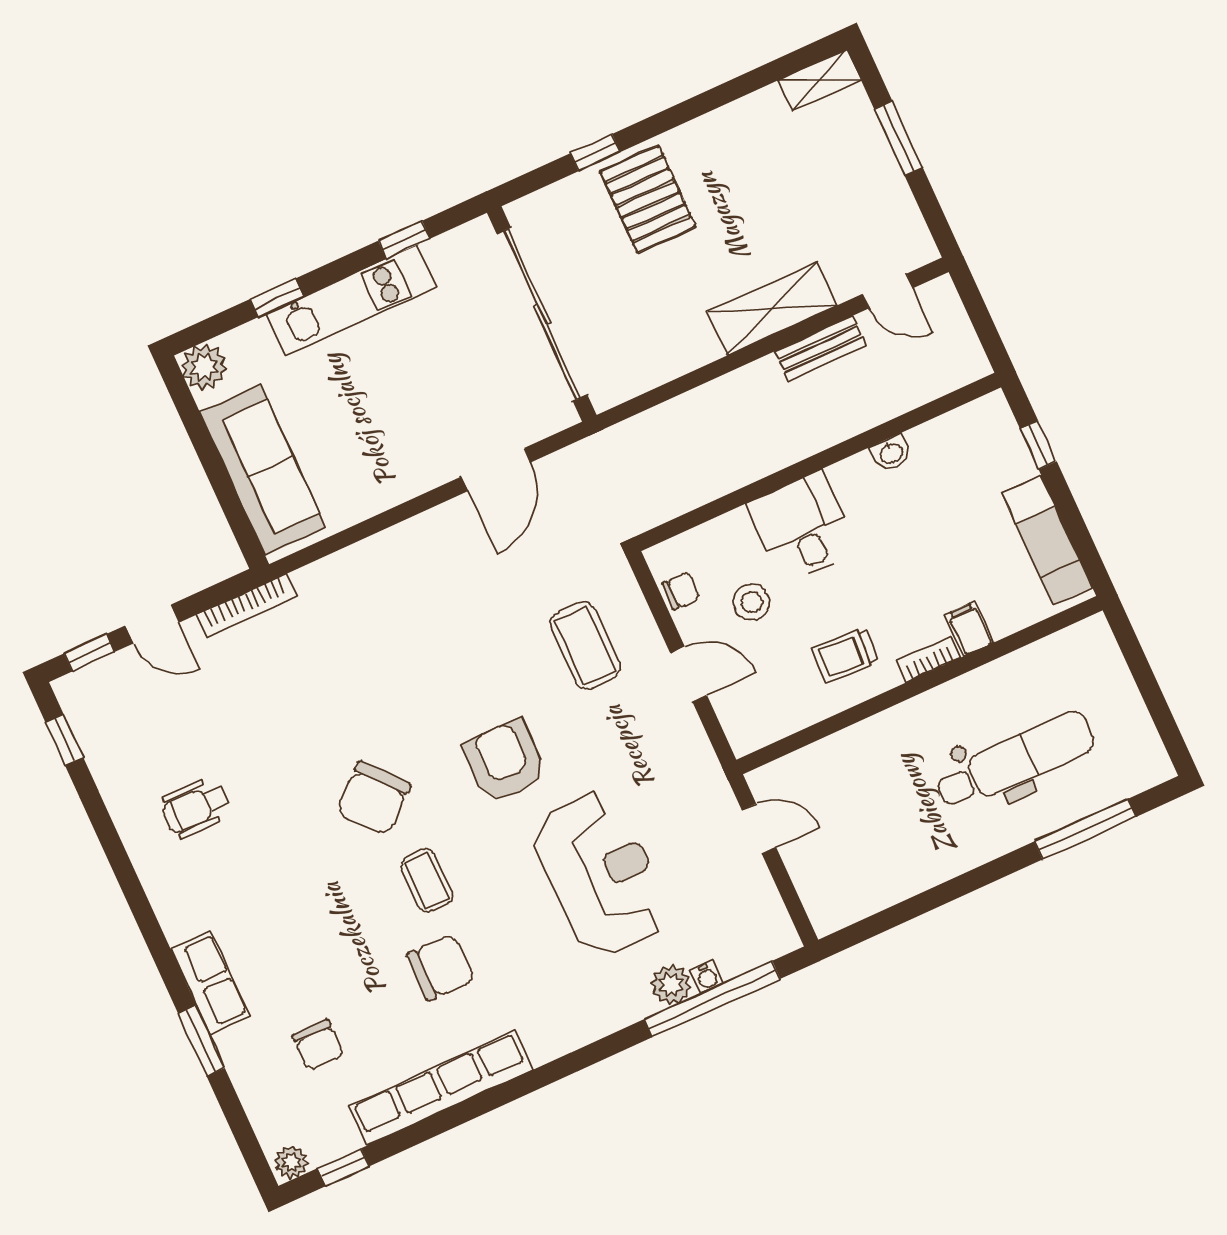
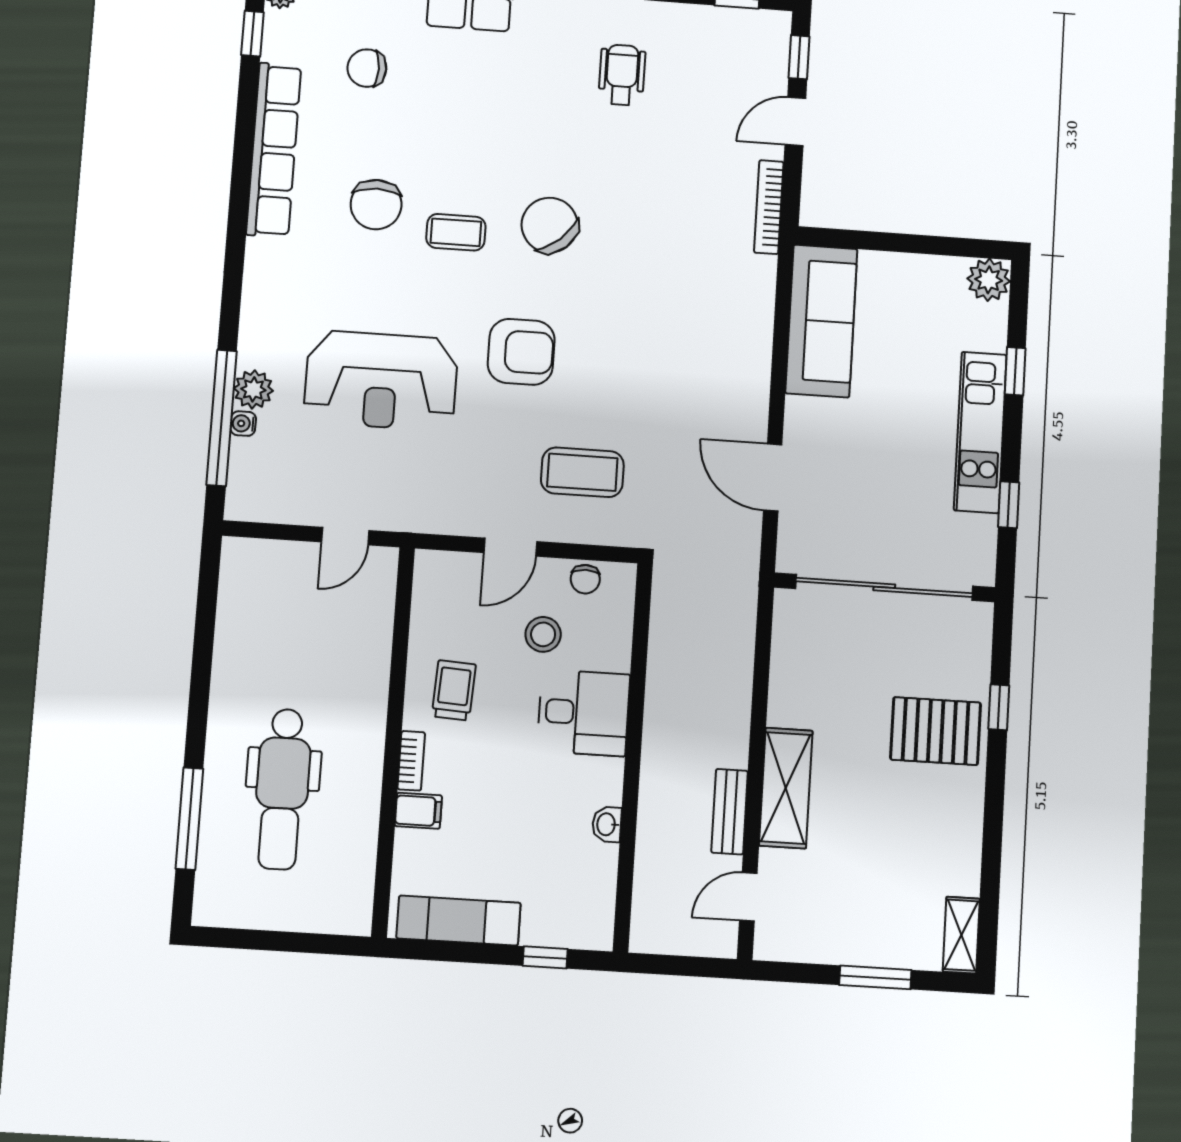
sofa: (263, 470) -> (821, 321), moved, turned -90

